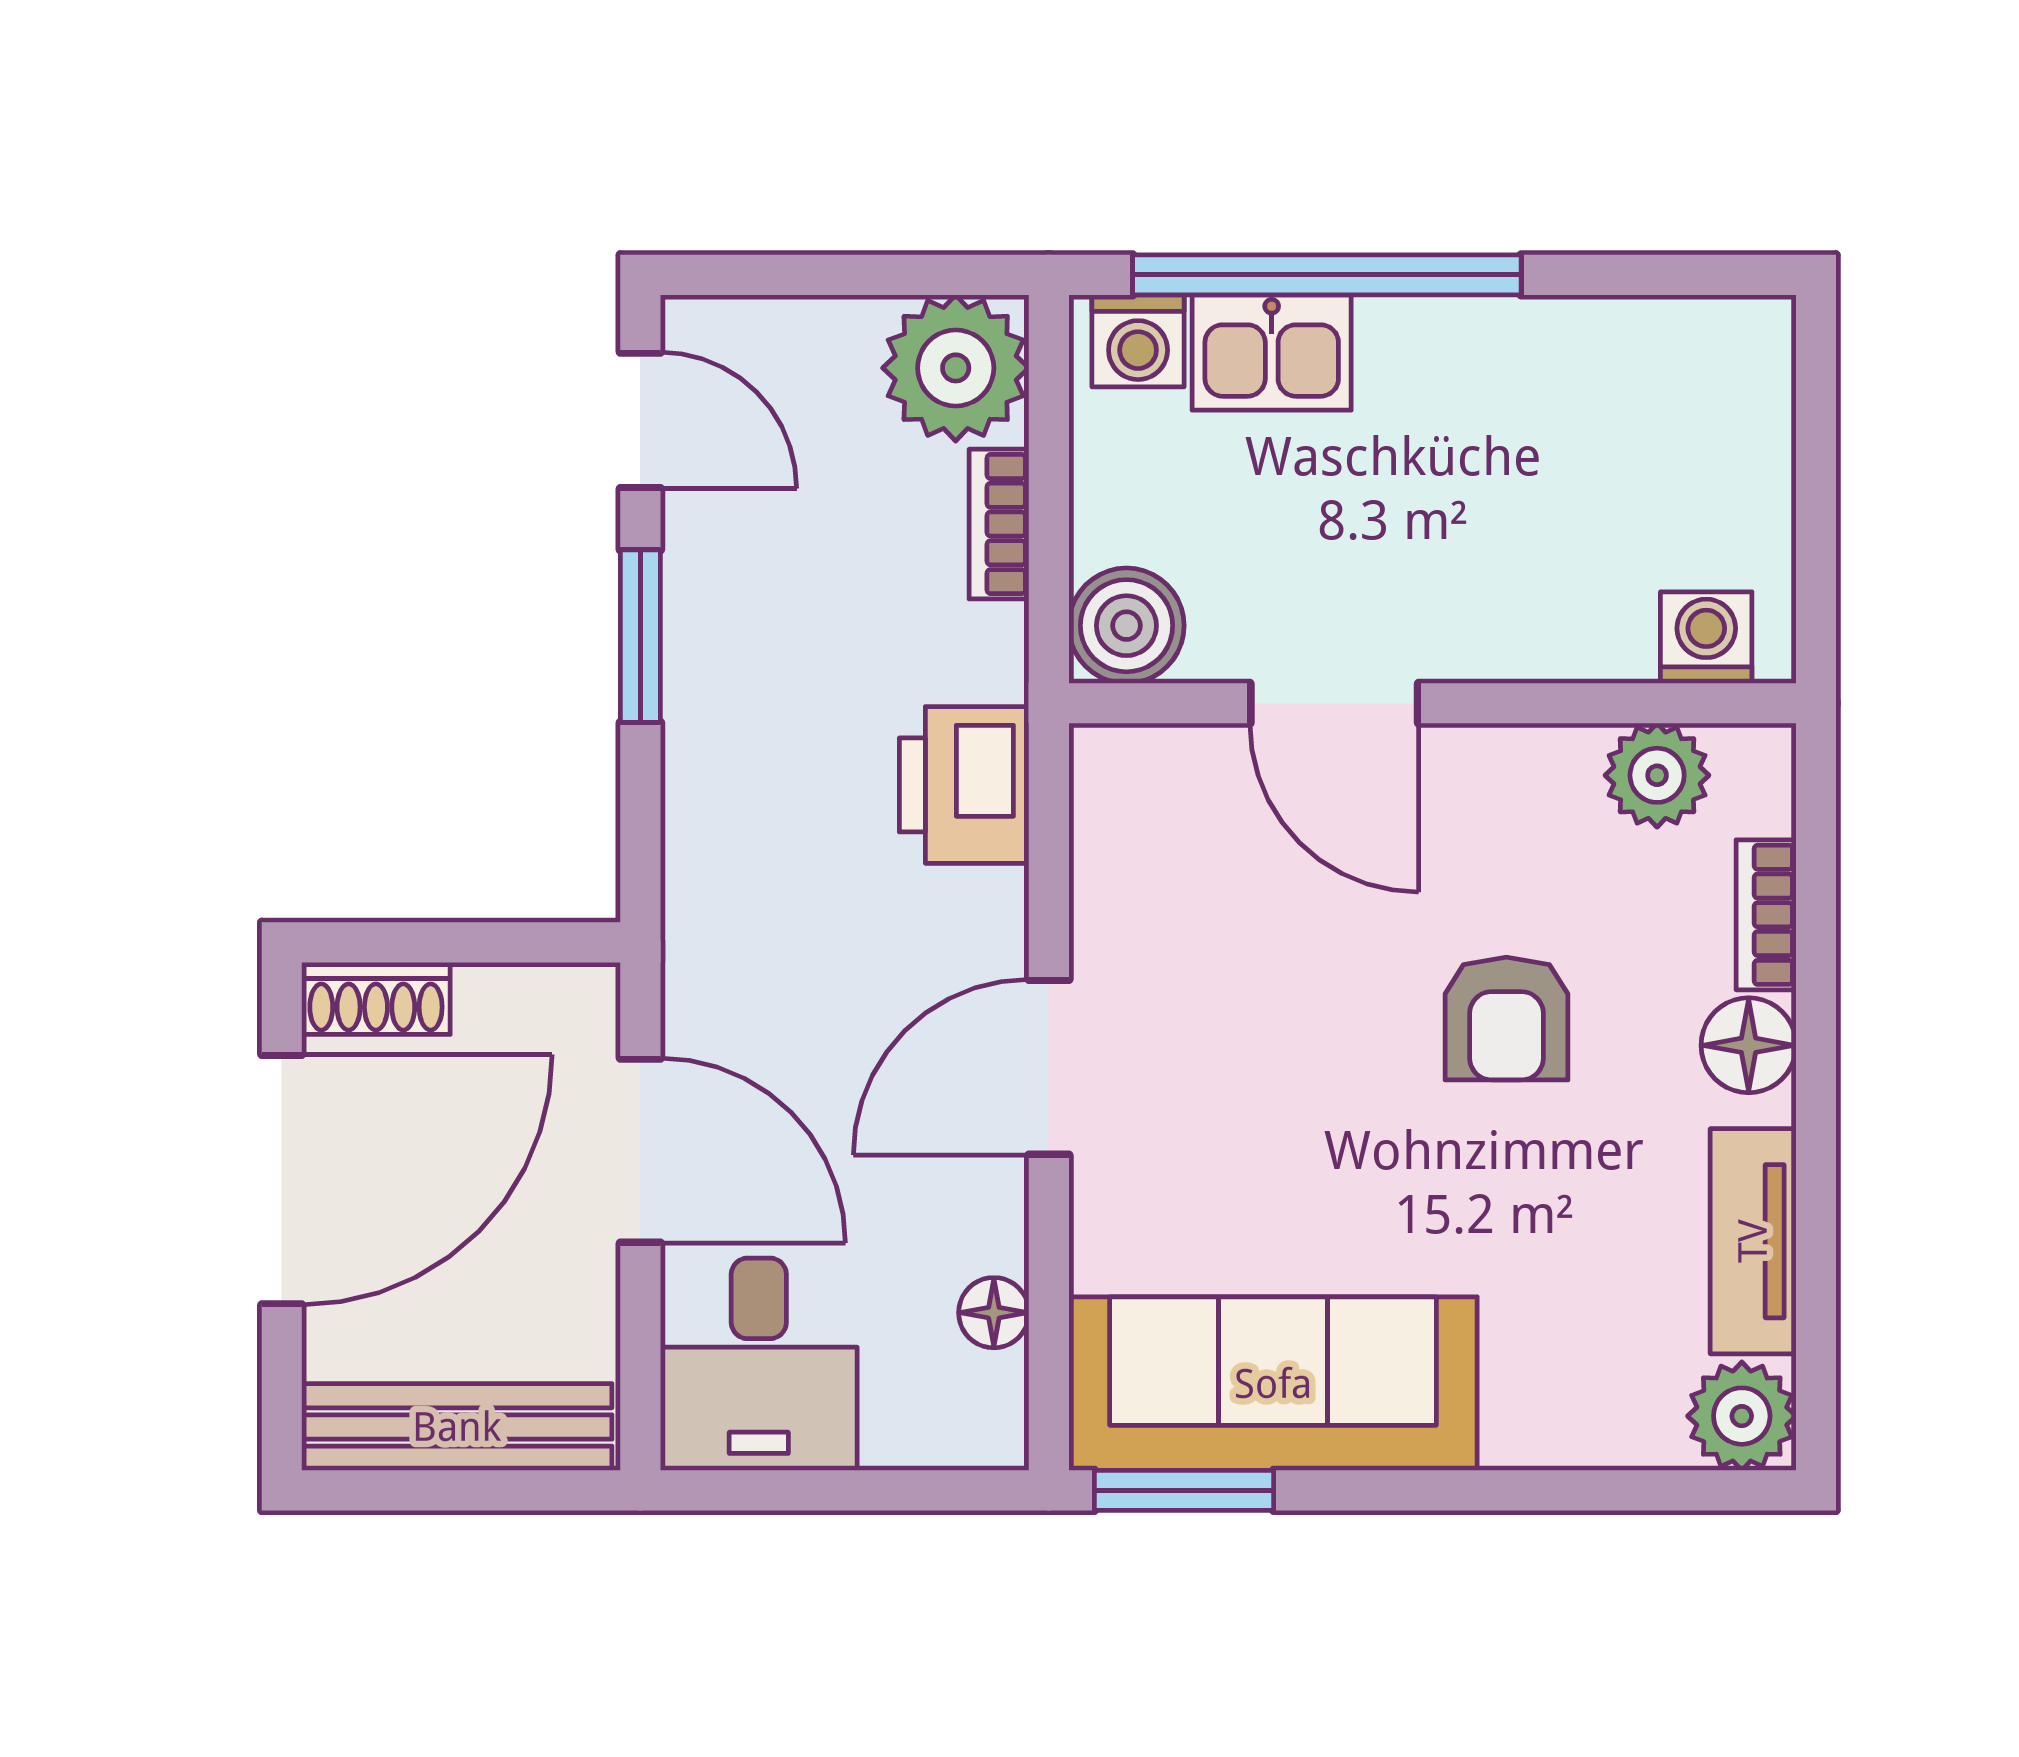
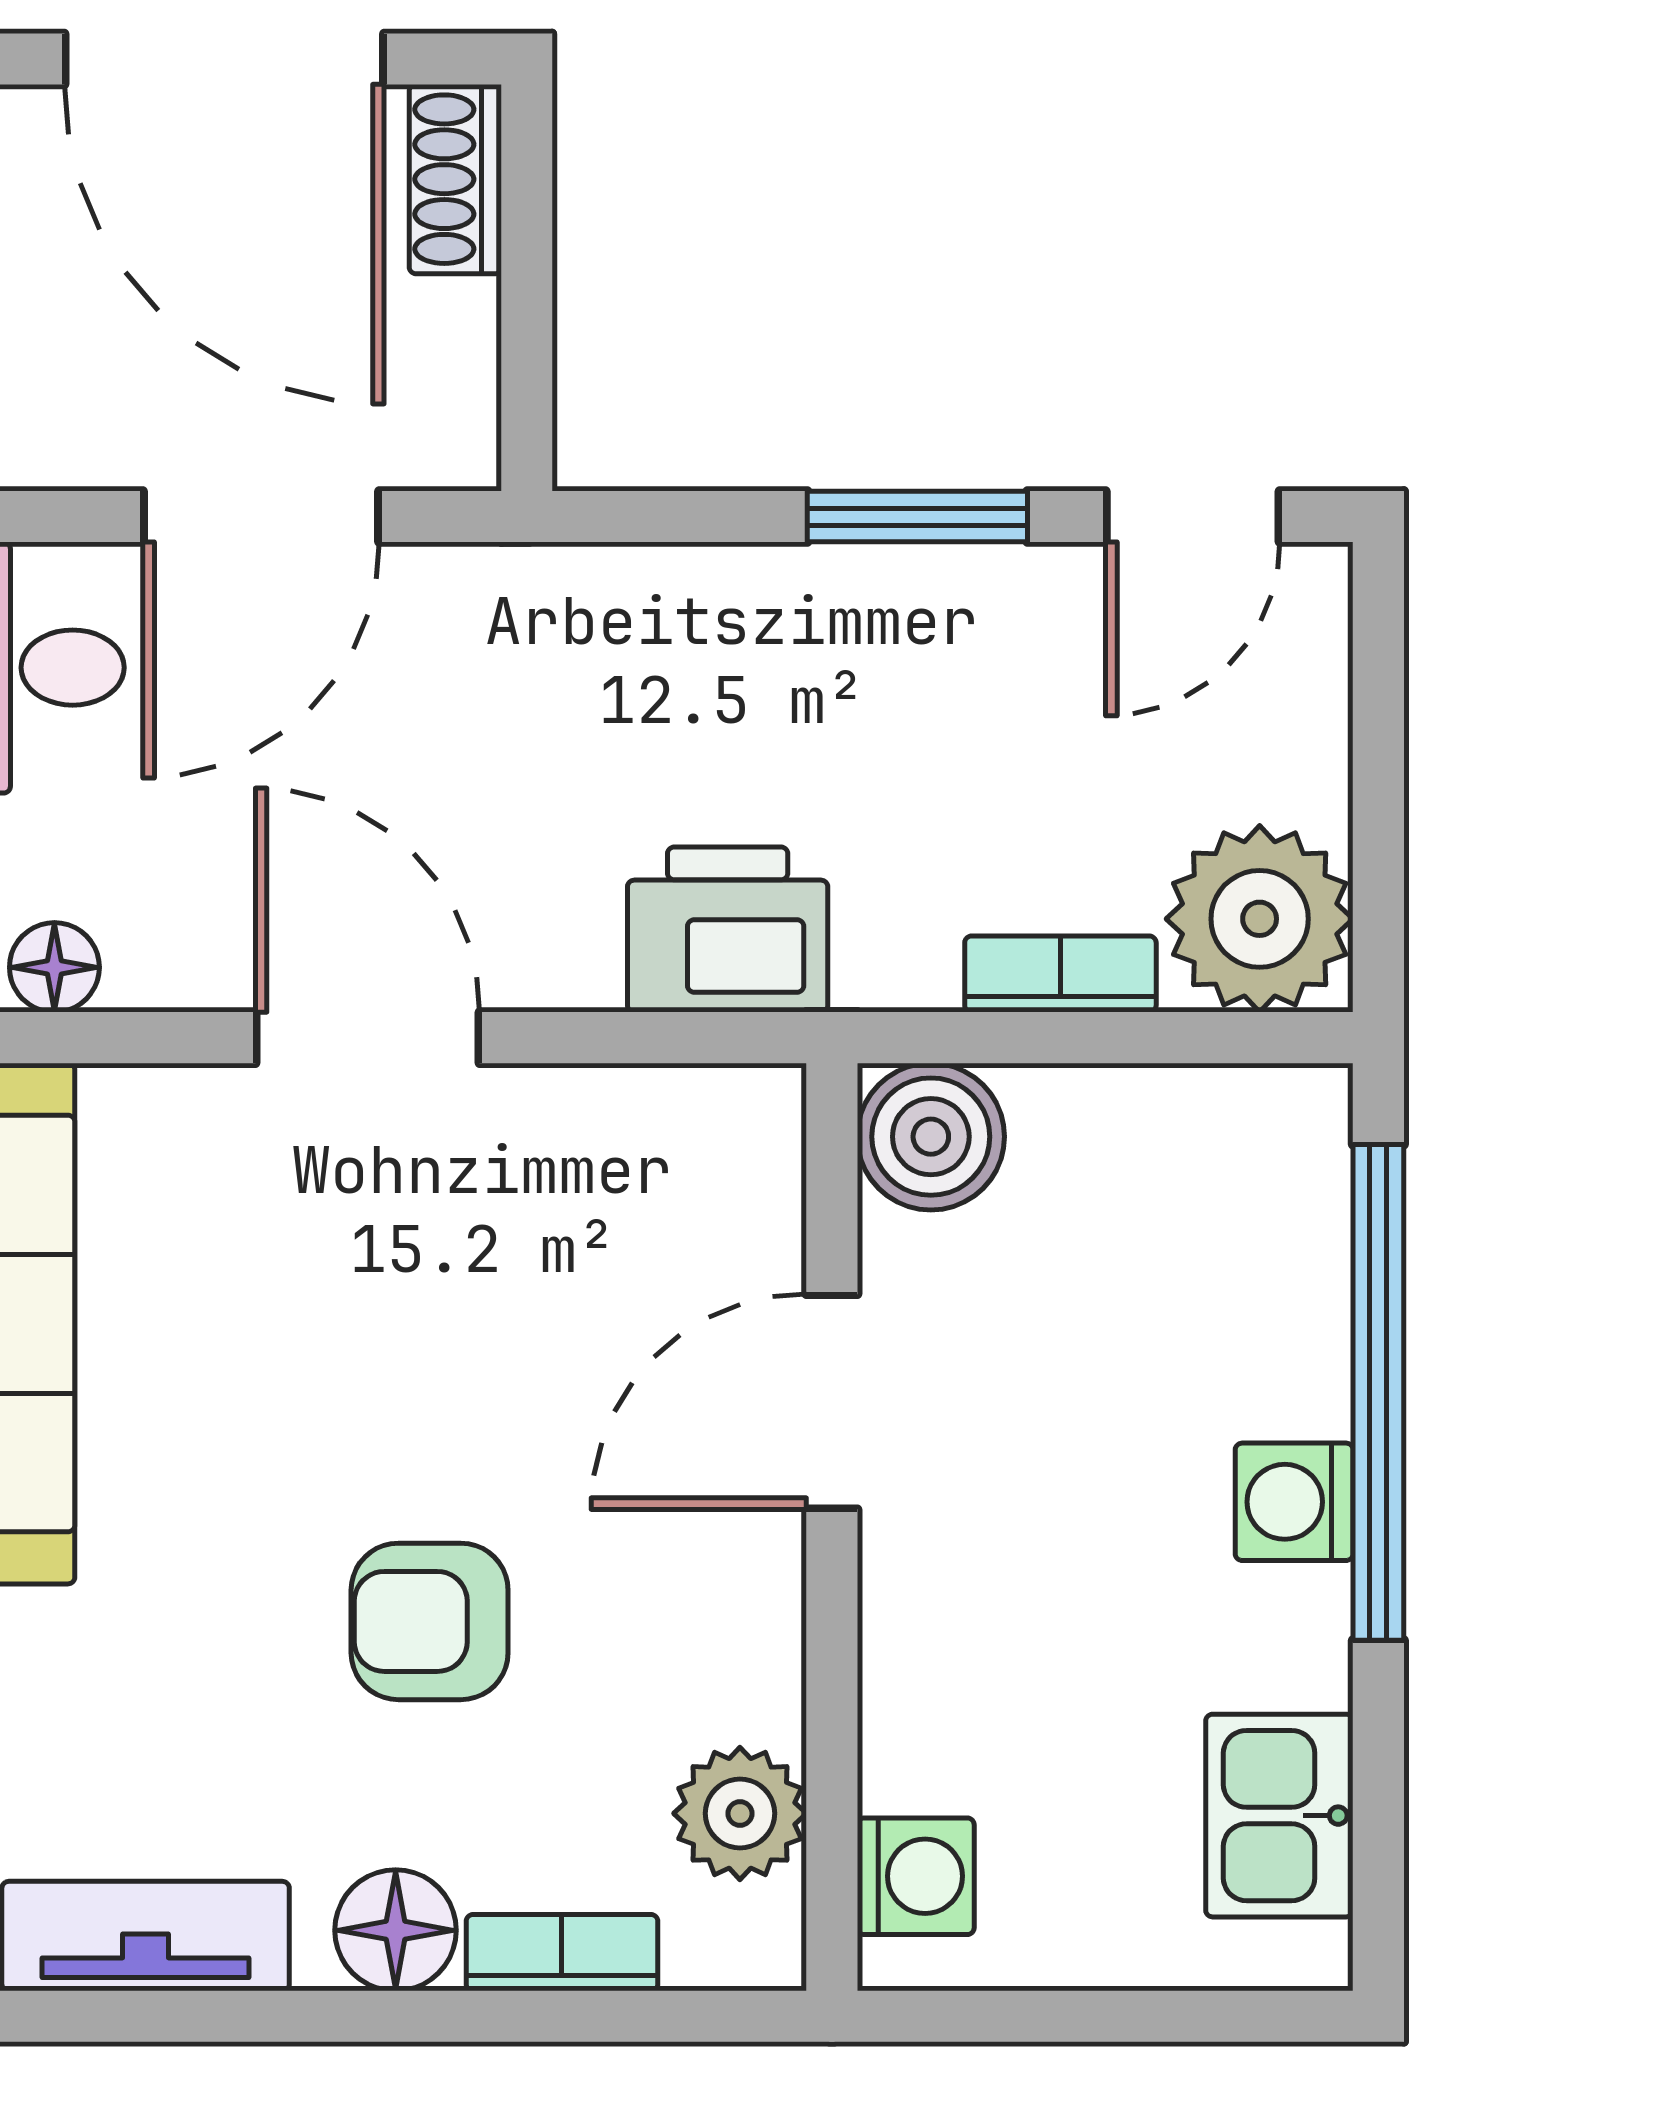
washing machine: (1138, 341) -> (1294, 1502), moved
kitchen sink: (1272, 352) -> (1279, 1816), moved

